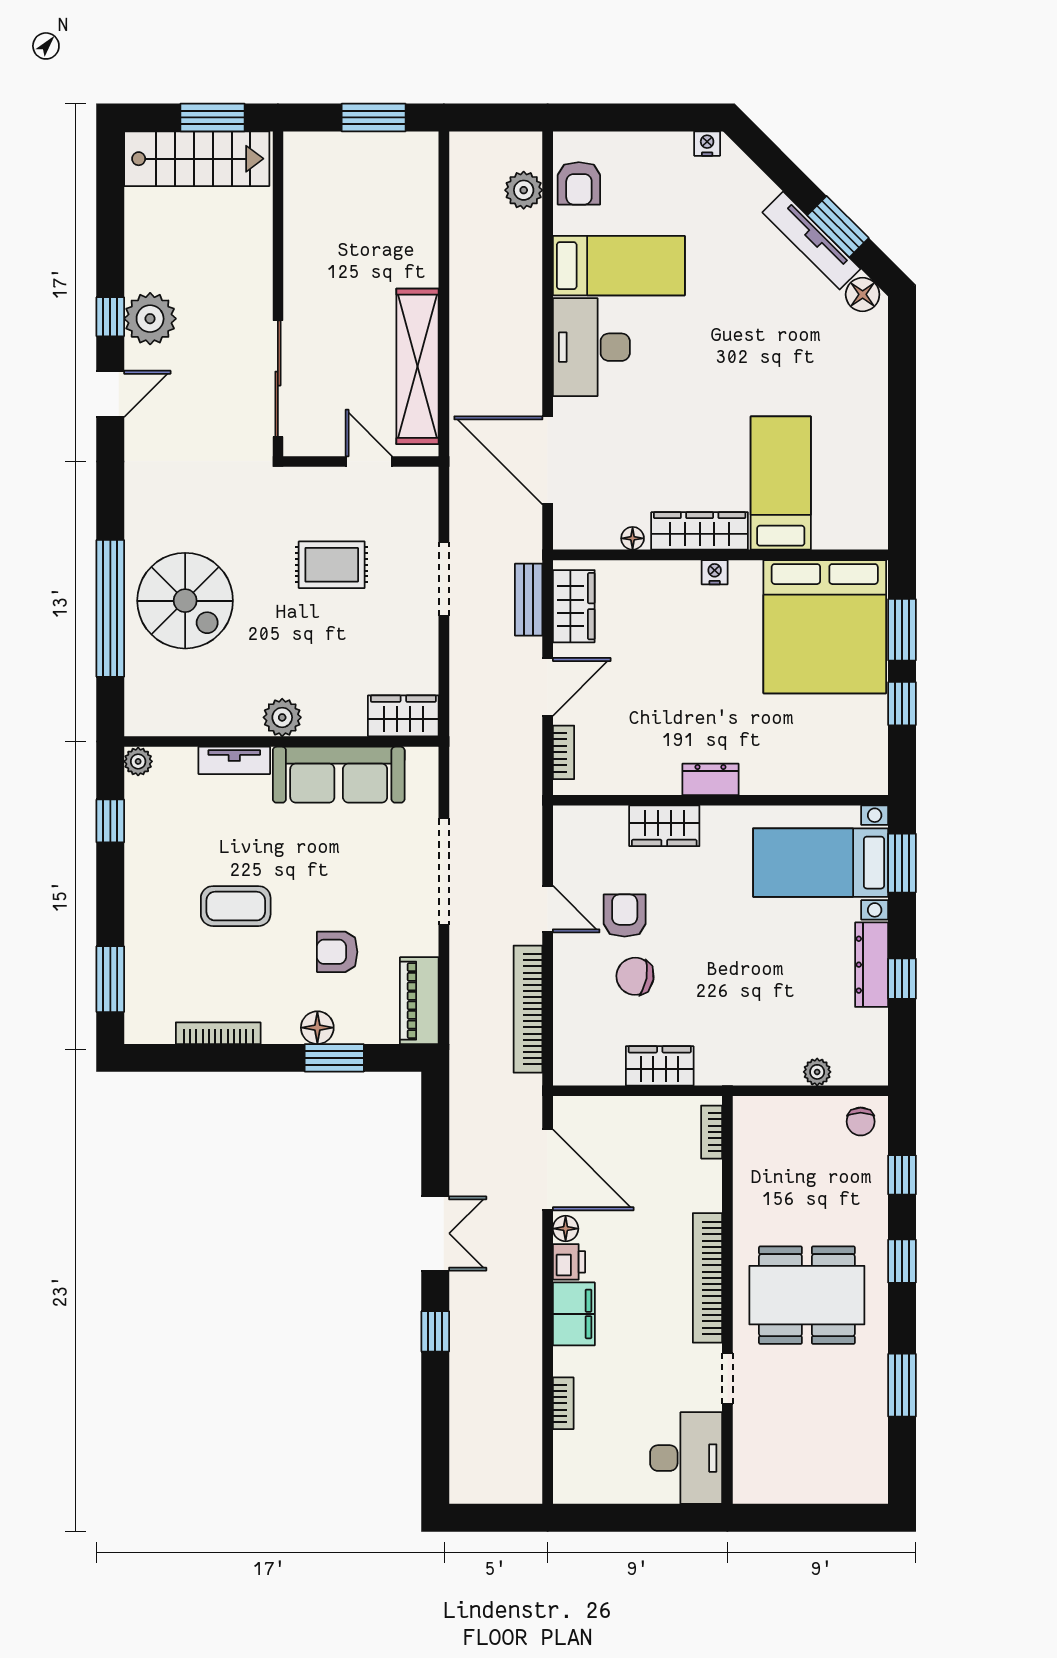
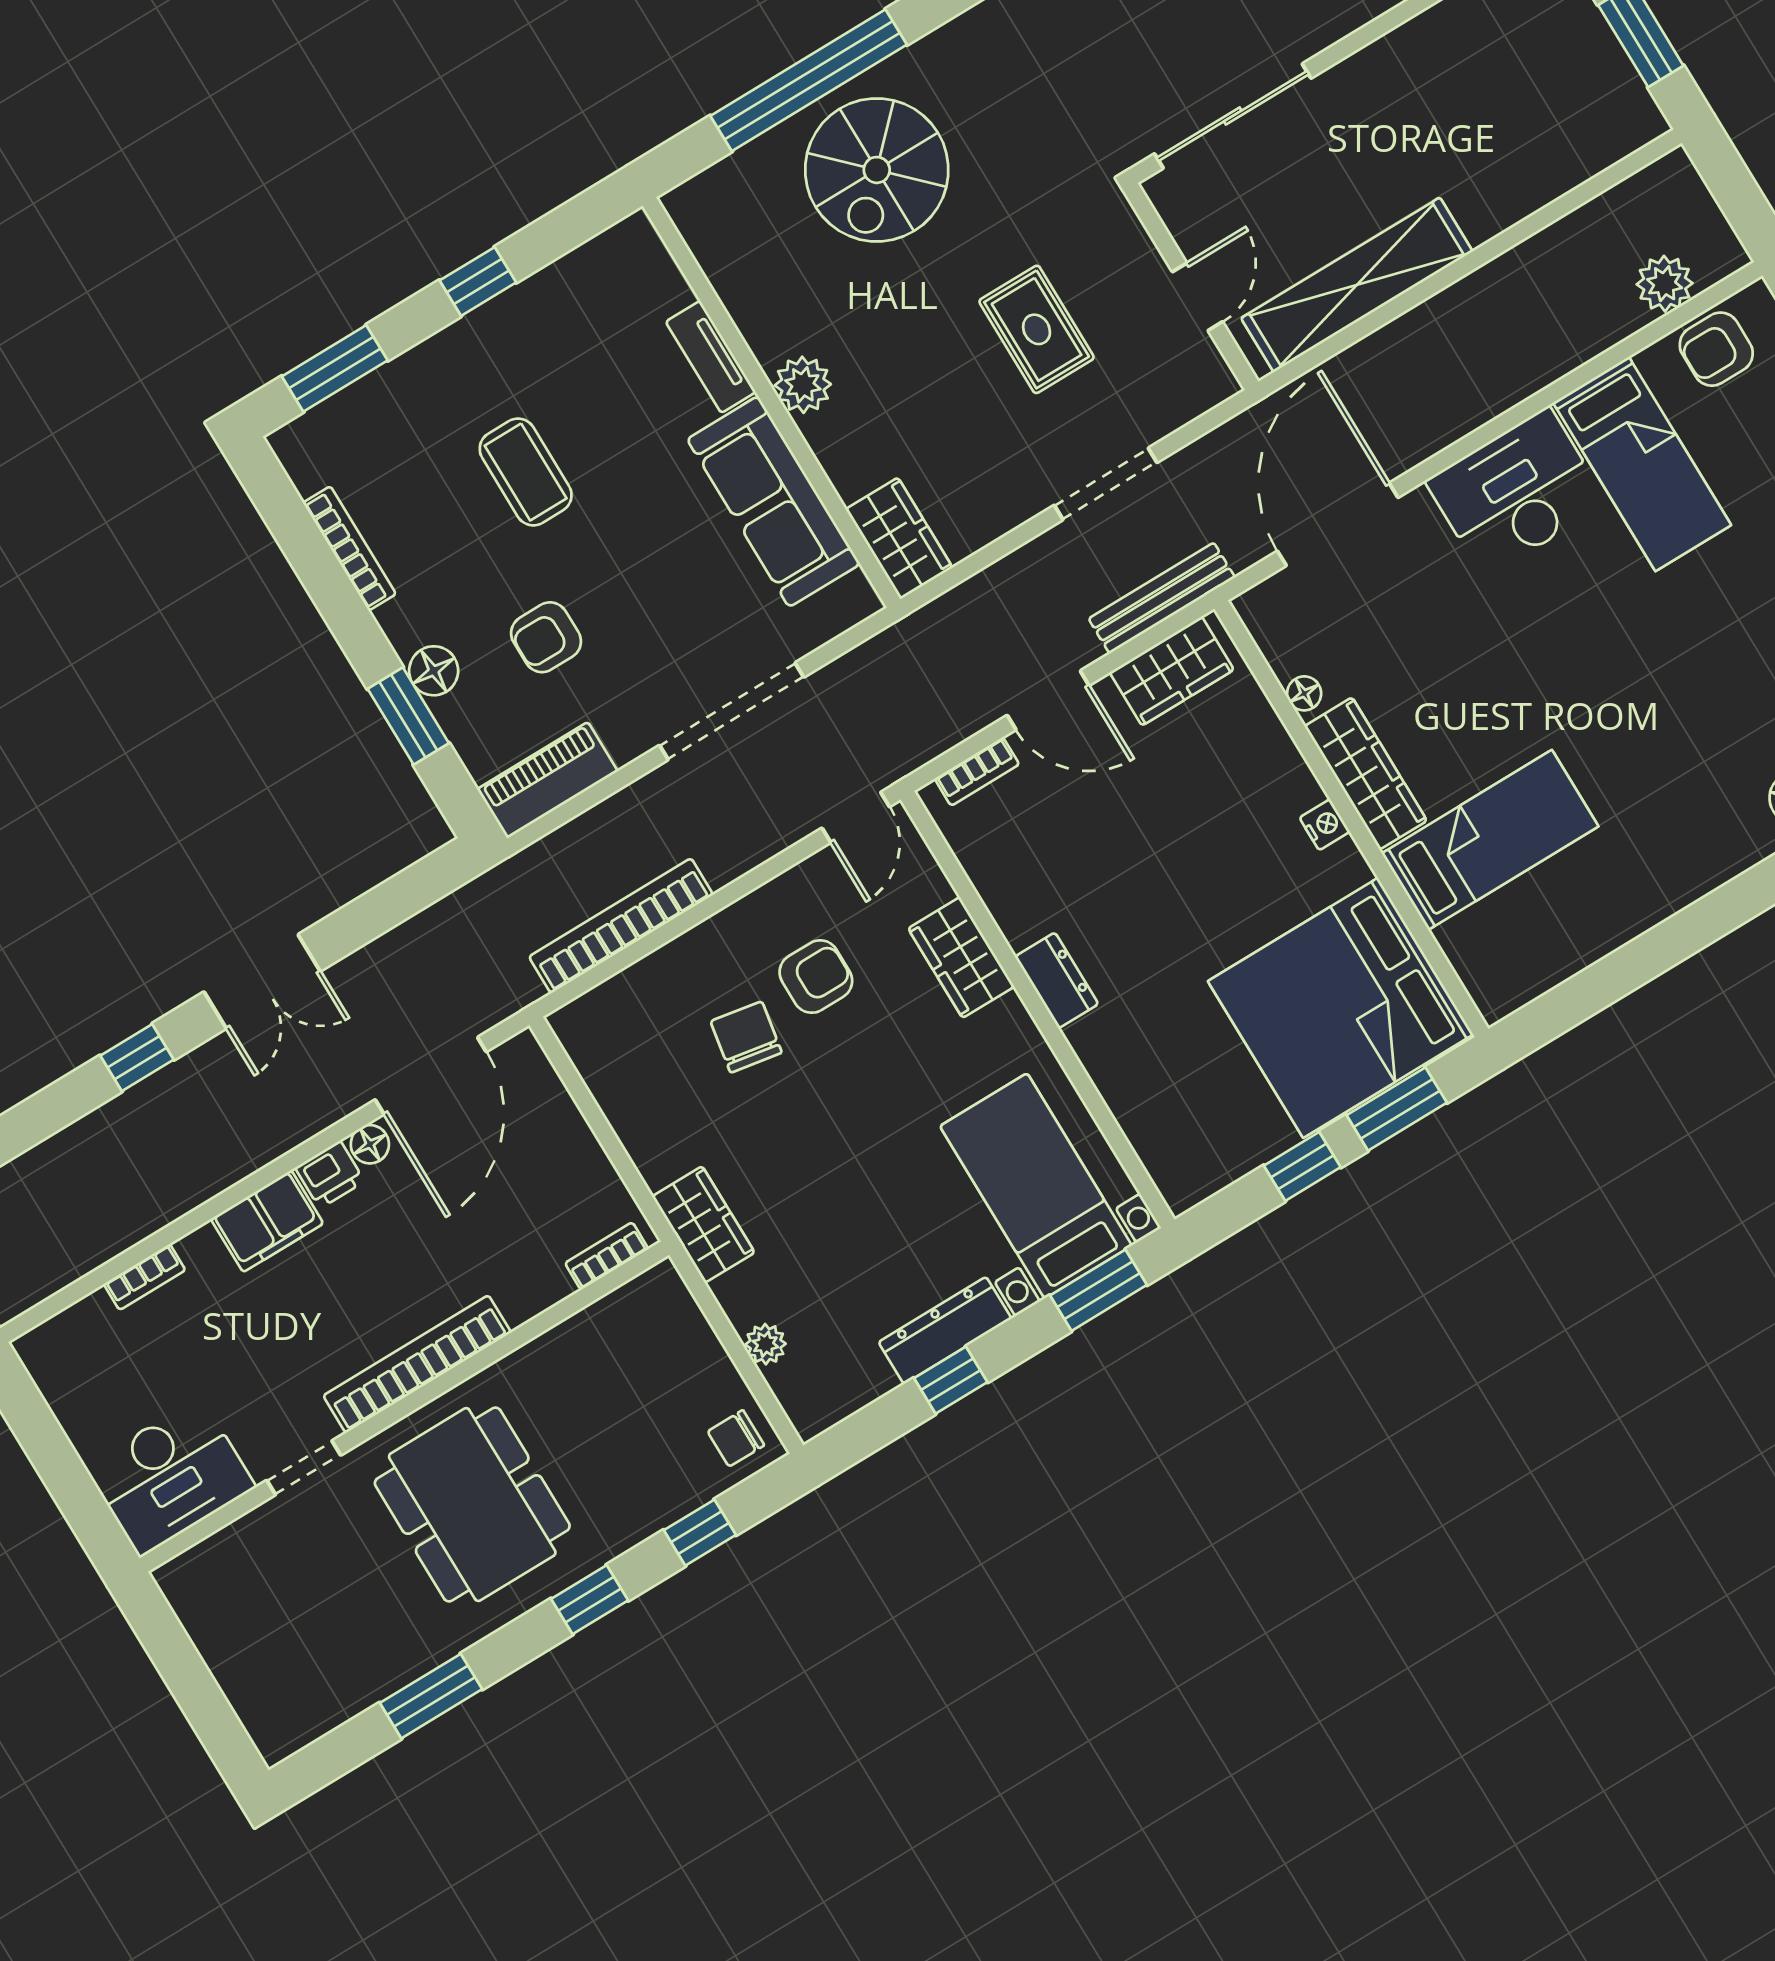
bench: (529, 600) -> (1162, 598), width x1.36
plant: (138, 761) -> (635, 235), removed
window: (110, 821) -> (478, 281), moved
door: (548, 909) -> (856, 817), moved
armchair: (337, 952) -> (546, 637), turned -90
wardrobe: (660, 1066) -> (703, 1224), moved

